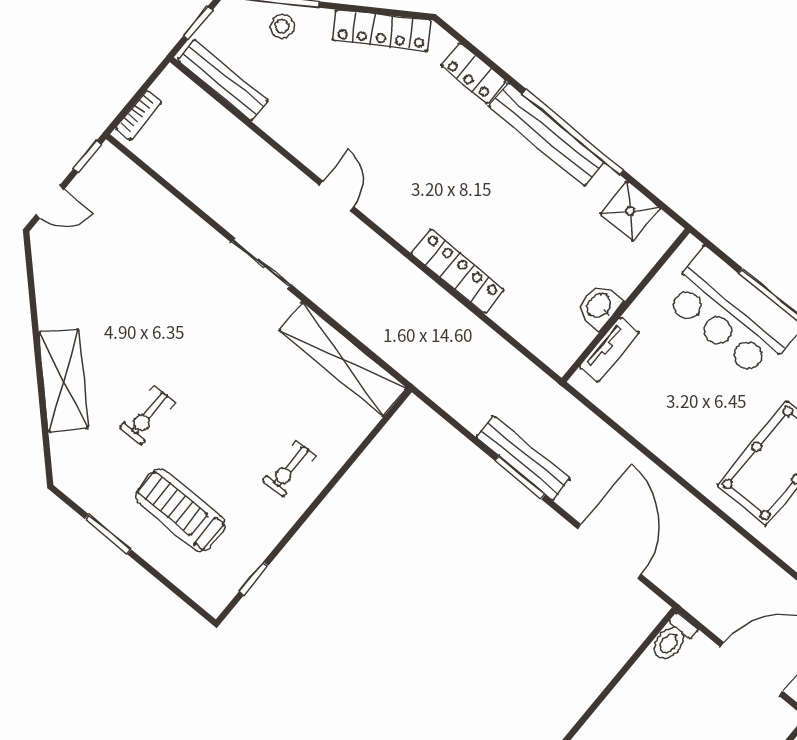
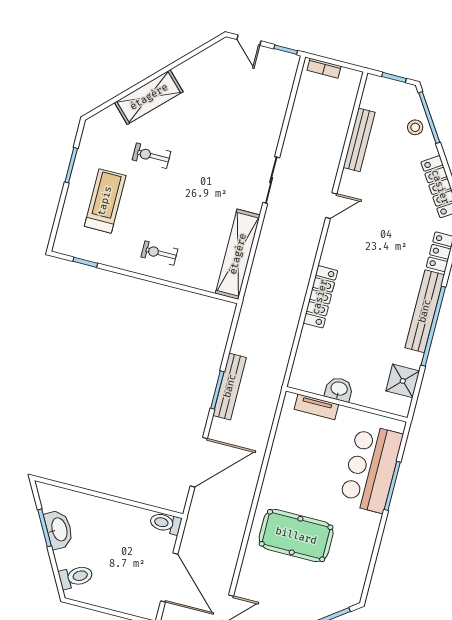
bench: (223, 80) -> (359, 140), moved

